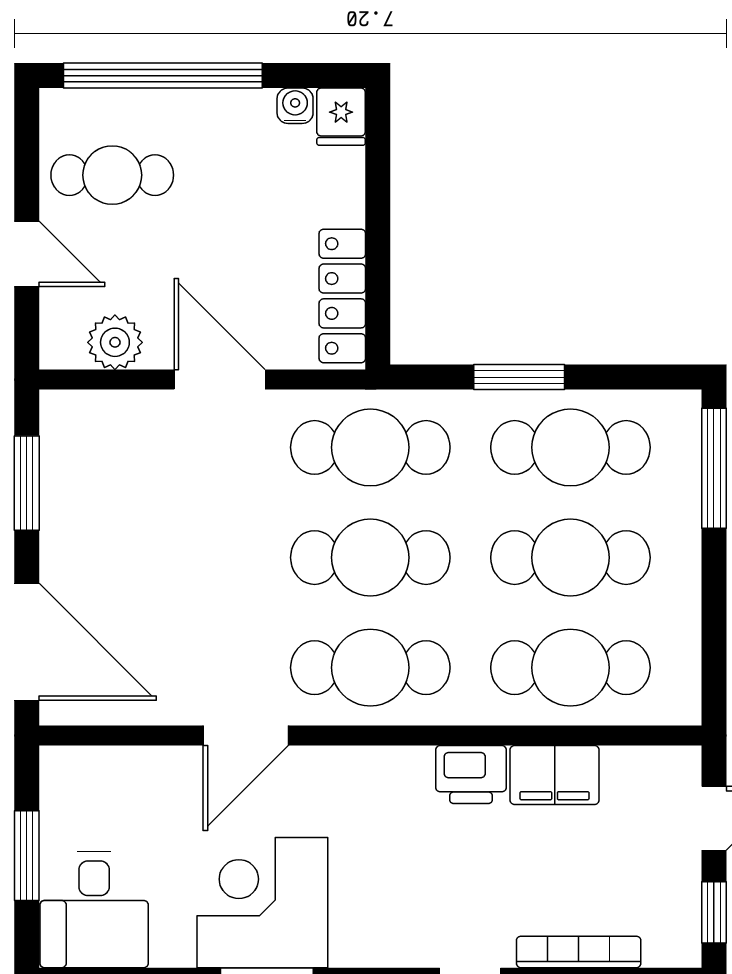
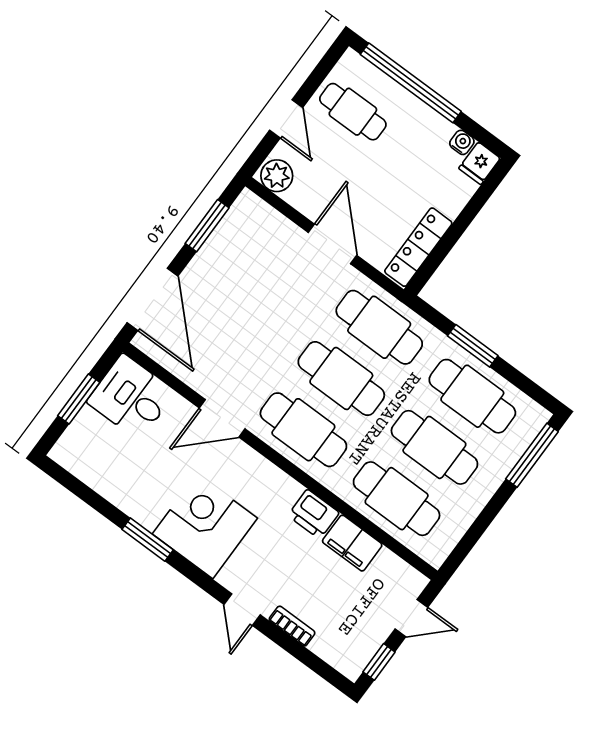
plant: (115, 342) -> (277, 176), moved
corner desk: (262, 903) -> (205, 526), moved
desk: (94, 910) -> (131, 397), moved, turned 90
bookcase: (579, 952) -> (292, 626), width x0.64

